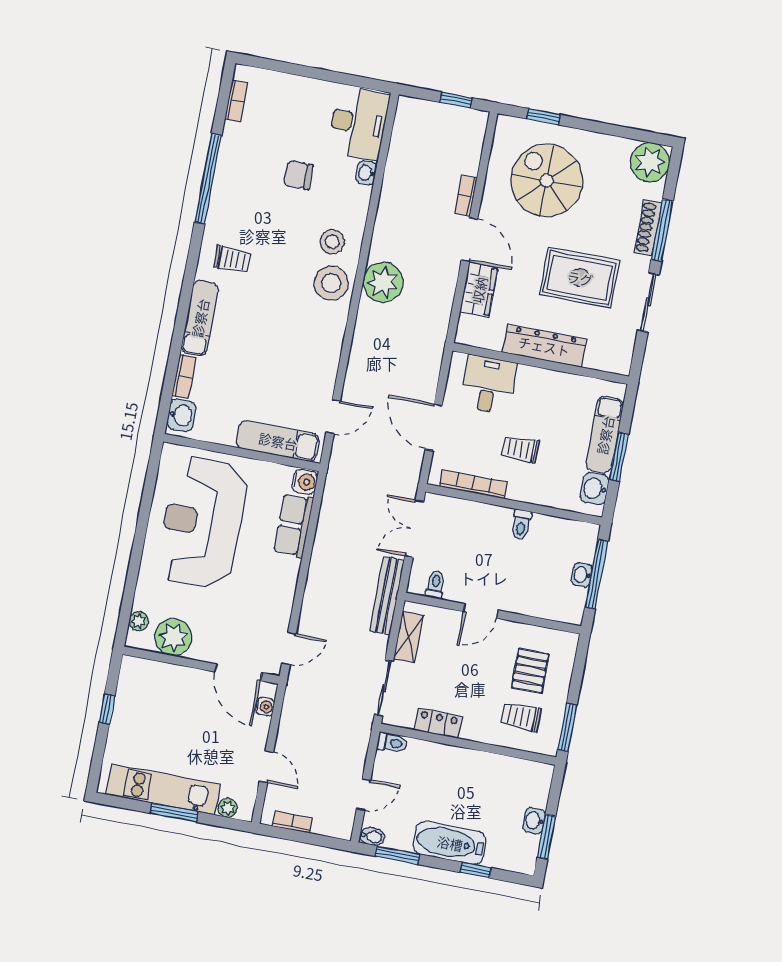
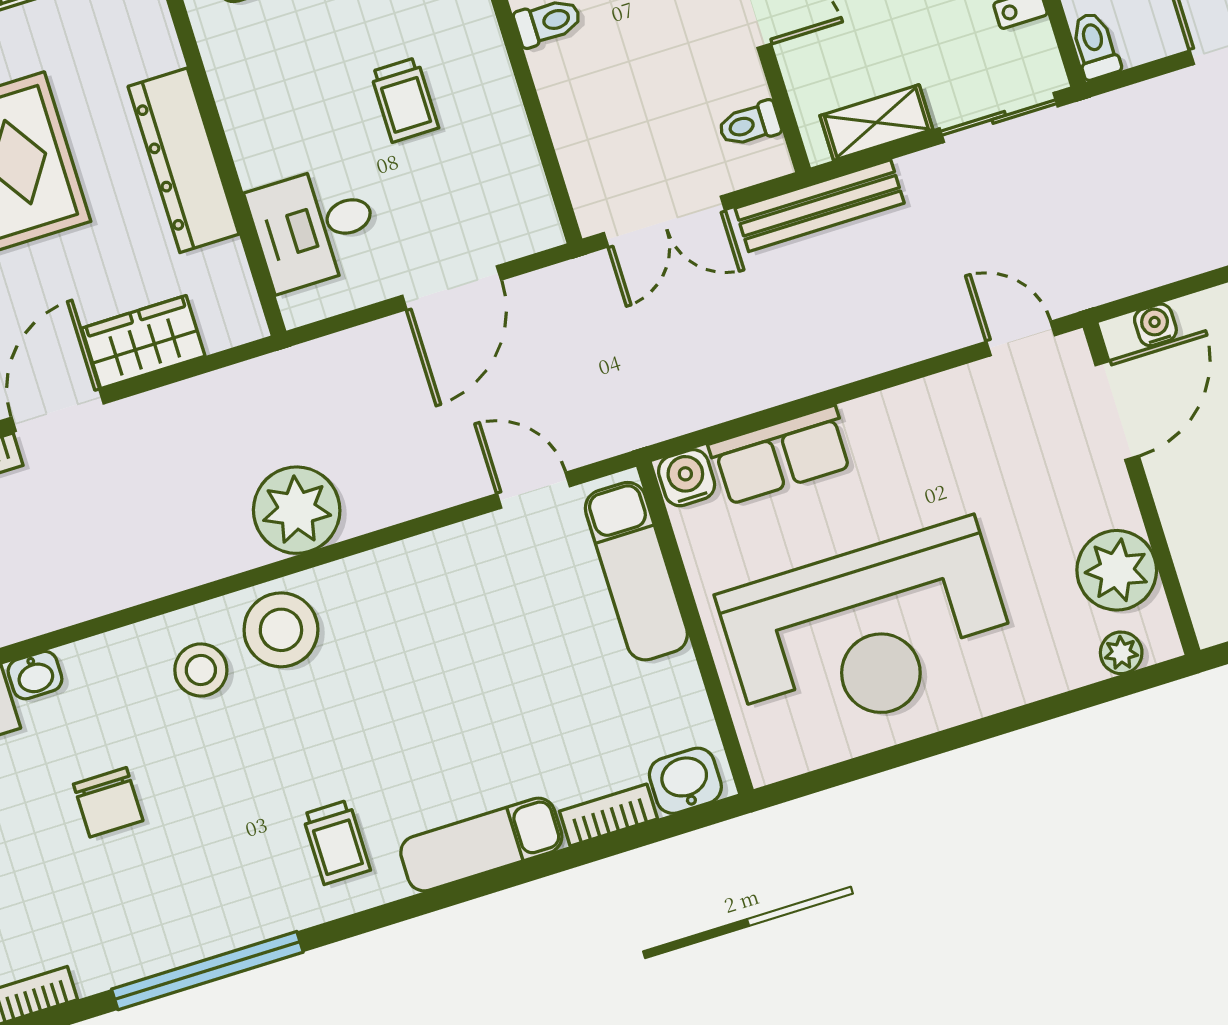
trolley: (232, 259) -> (336, 842), turned 180
plant: (383, 282) -> (297, 510), moved
bookcase: (473, 484) -> (520, 154), removed

